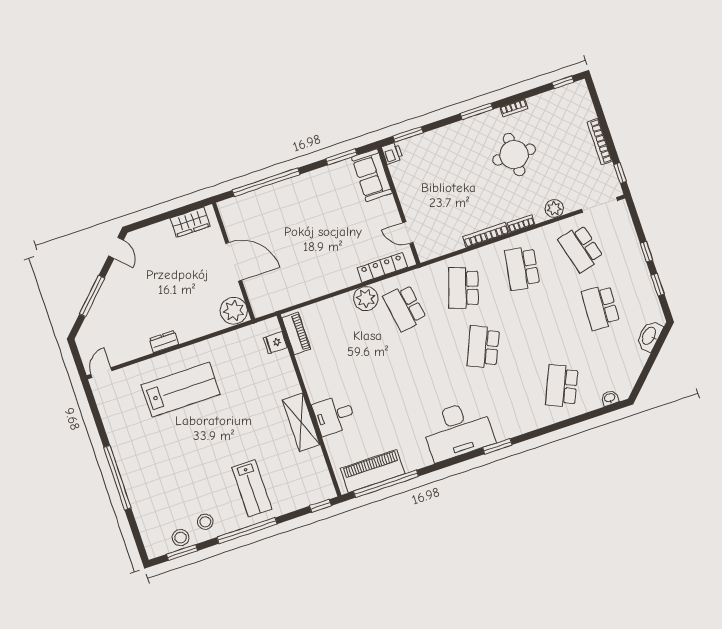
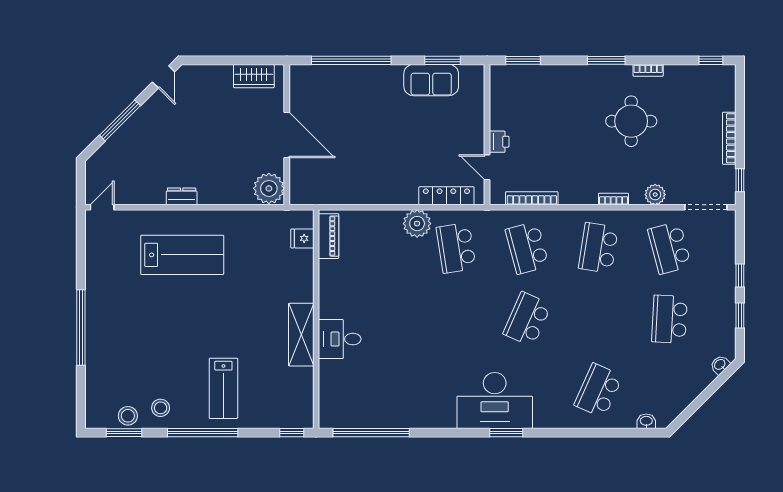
printer: (392, 153) -> (499, 142), moved
sofa: (372, 175) -> (431, 80), moved, turned -90
bookcase: (486, 235) -> (532, 198), moved
school desk: (463, 288) -> (527, 248), turned -33
washbasin: (649, 336) -> (720, 365), width x0.52, depth x0.69
desk: (458, 430) -> (495, 401), moved
piano: (373, 471) -> (361, 414), removed

